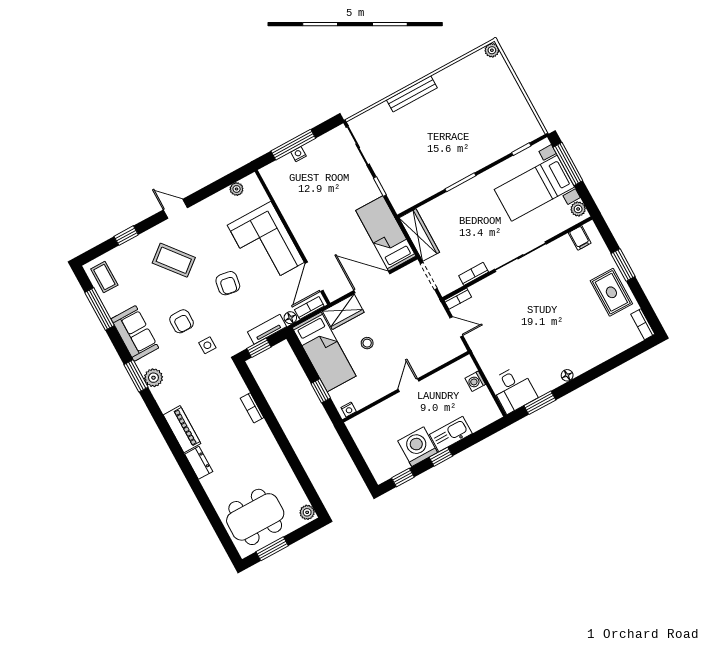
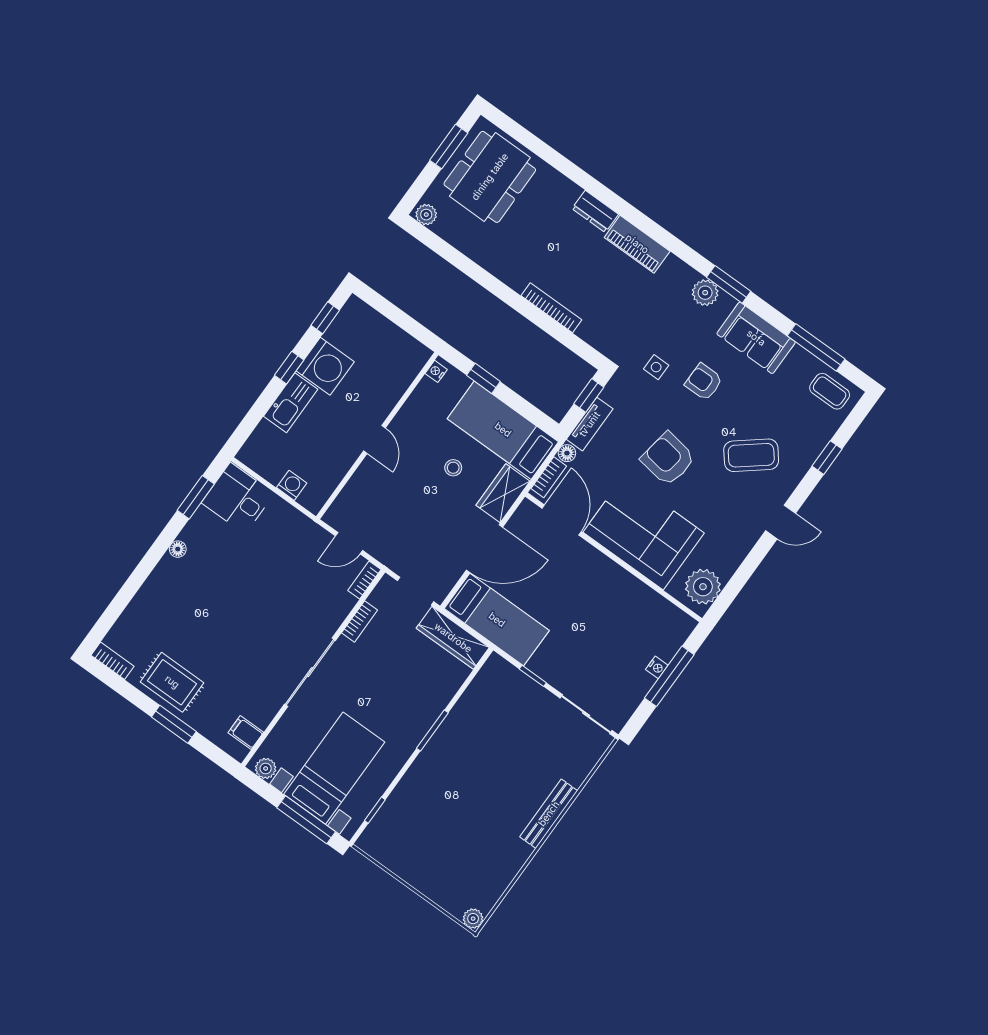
plant: (237, 189) -> (703, 587), width x1.88, depth x1.88
armchair: (228, 283) -> (668, 459), width x1.38, depth x1.38
bookcase: (252, 408) -> (551, 308), width x1.56

